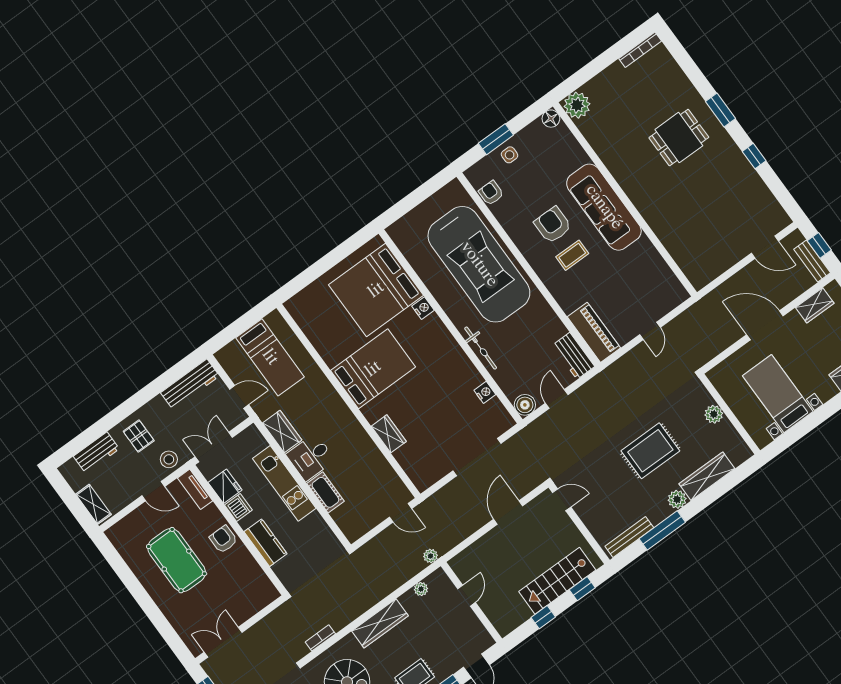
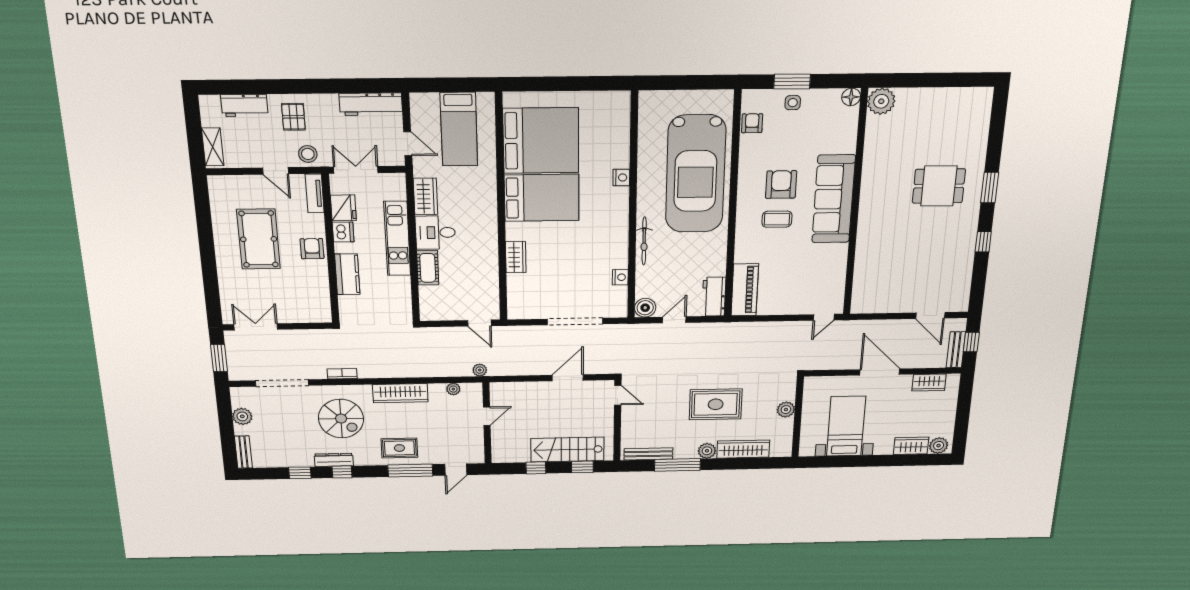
bookcase: (640, 50) -> (970, 93), removed
bed: (376, 290) -> (541, 141), moved, turned 180
door: (650, 331) -> (824, 317), moved

